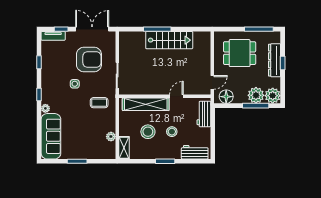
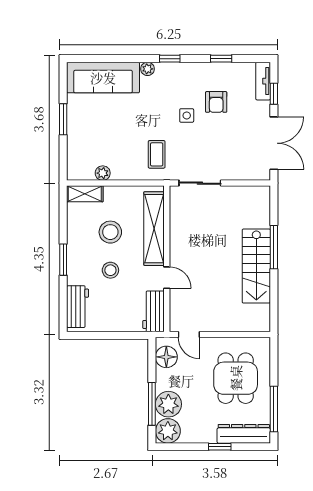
armchair: (89, 60) -> (216, 102), moved, width x0.53, depth x0.53
dresser: (275, 60) -> (244, 434), moved
workbench: (204, 114) -> (154, 311), moved, turned -90

